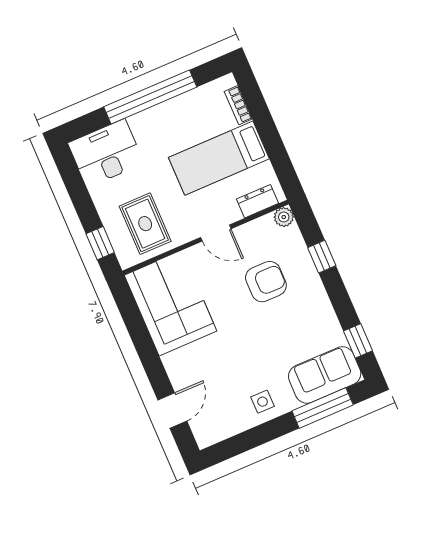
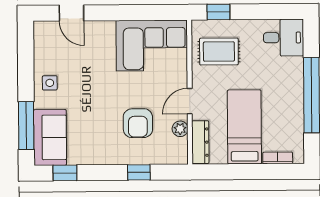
desk: (106, 153) -> (284, 38), width x0.73
dresser: (258, 201) -> (200, 142), width x1.44
plant: (284, 217) -> (180, 129), moved

